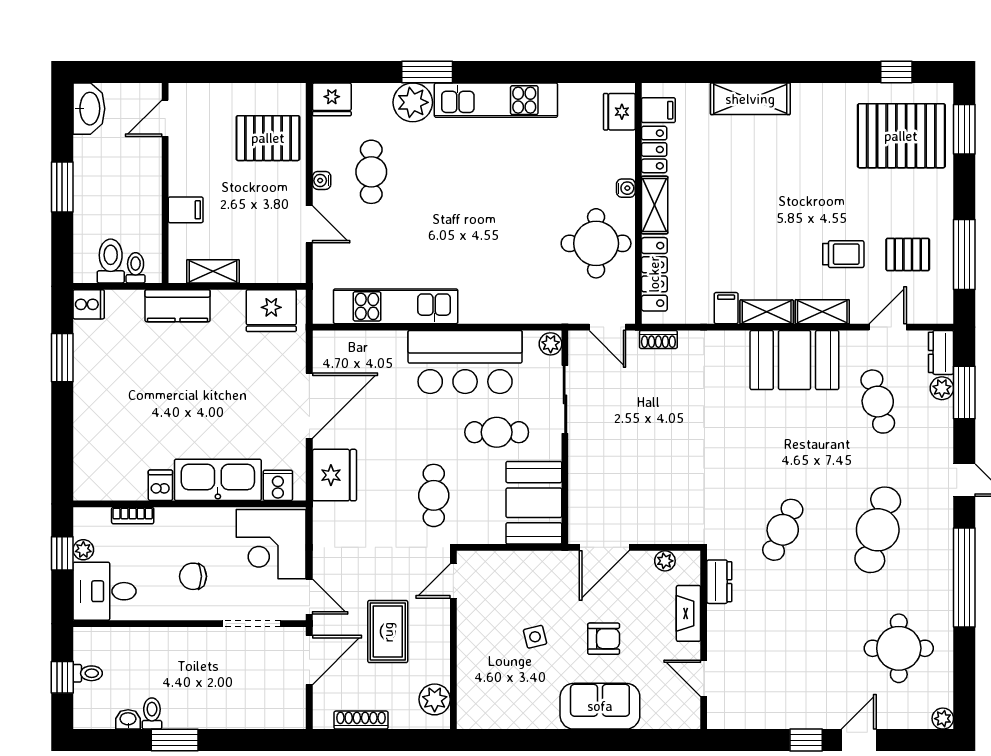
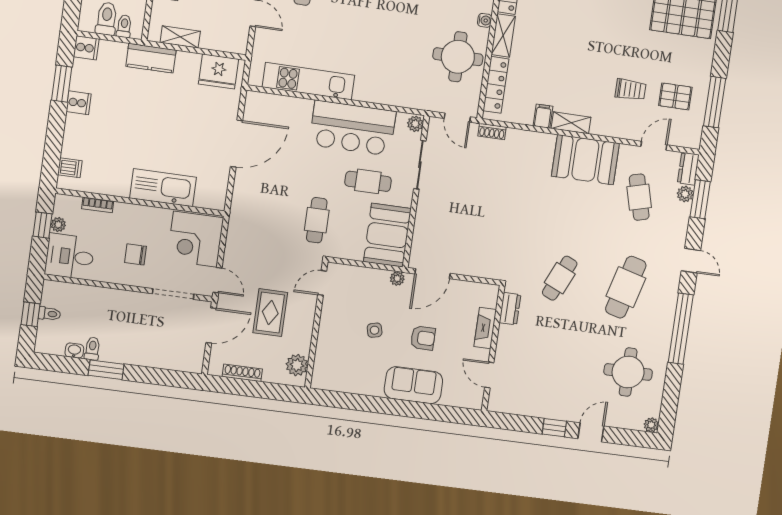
shelving: (822, 312) -> (610, 128), removed
fridge: (334, 475) -> (248, 196), removed
dishwasher: (160, 485) -> (70, 168), moved, turned 90
cooker: (278, 485) -> (79, 103), moved, turned 90
plant: (665, 561) -> (397, 279), moved

